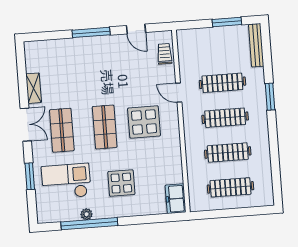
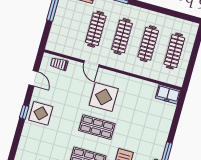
door: (136, 29) -> (33, 78), hinge flipped
window: (91, 32) -> (24, 112), width x0.46
door: (179, 93) -> (91, 64), hinge flipped
display table: (121, 183) -> (41, 113), moved

